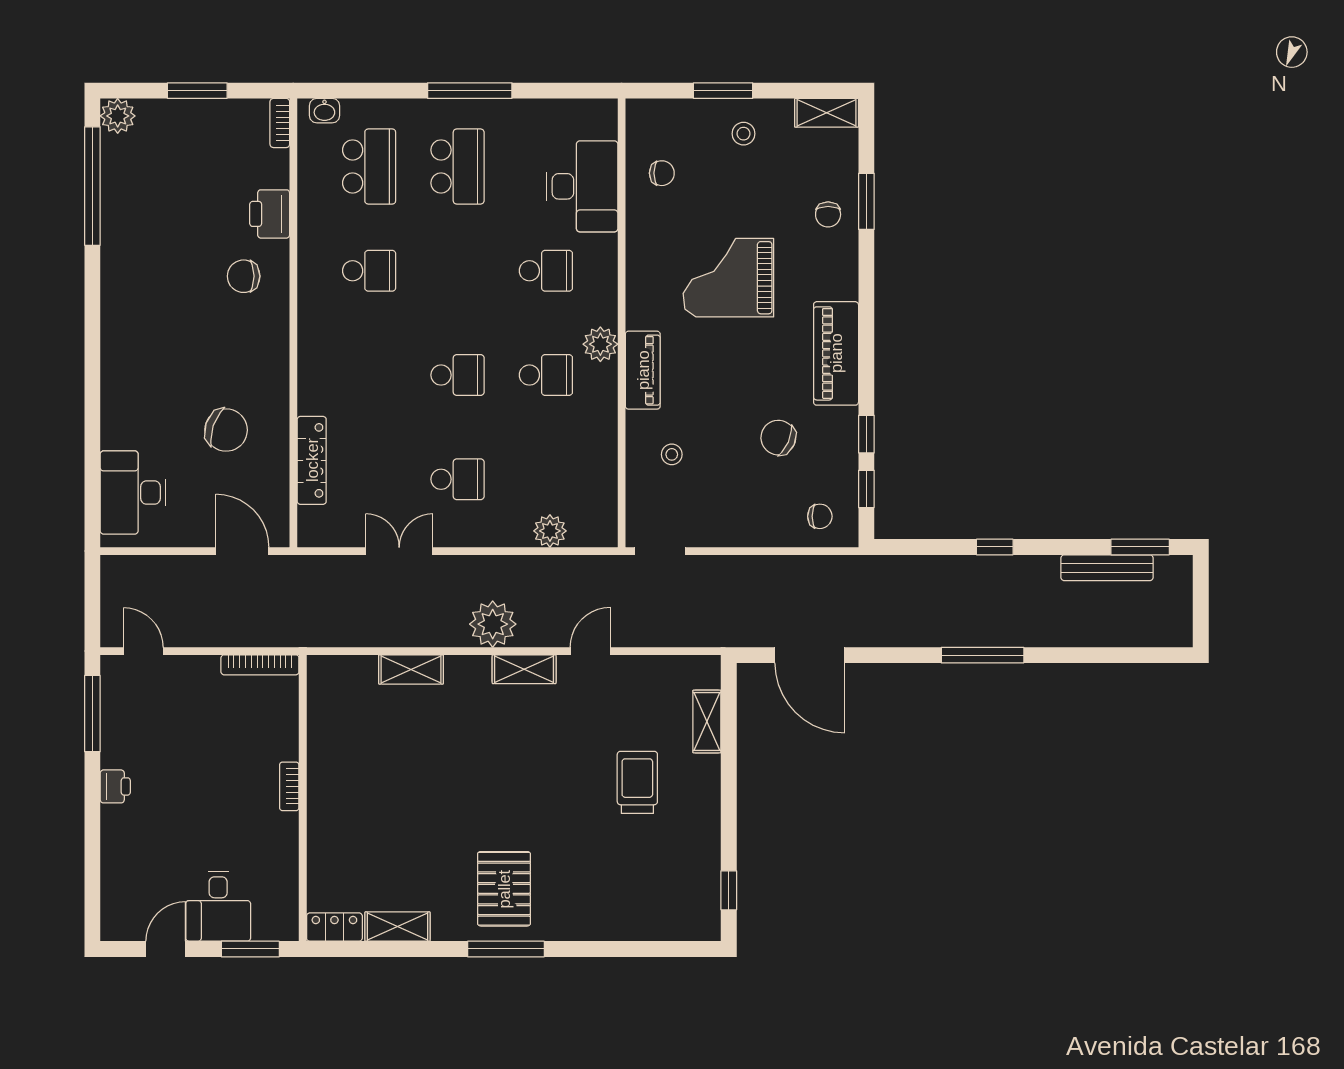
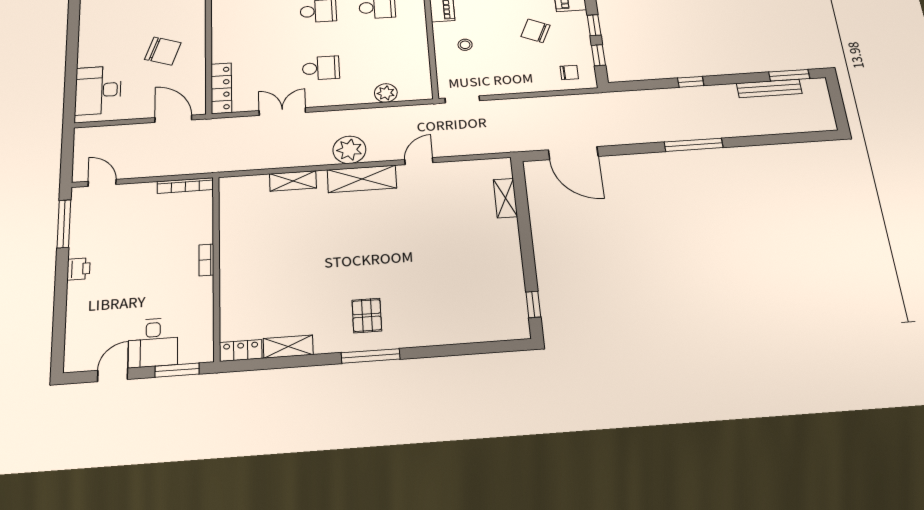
locker: (312, 460) -> (221, 88), moved
shelving: (524, 669) -> (362, 179), width x1.50, depth x1.33
trolley: (637, 782) -> (459, 240), removed
pallet: (504, 889) -> (367, 315), width x0.67, depth x0.71

